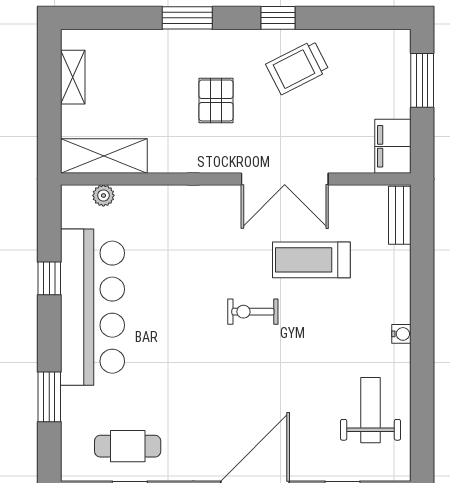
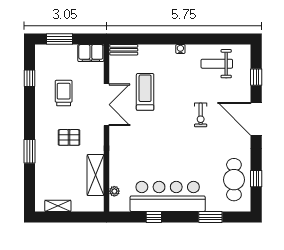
window: (278, 18) -> (30, 78), moved
trolley: (297, 67) -> (64, 93), moved, turned -153
shelving: (104, 156) -> (96, 175), moved
treadmill: (311, 260) -> (145, 92), turned 180
exercise bike: (253, 312) -> (201, 115), moved
cafe table: (128, 446) -> (234, 180), width x1.37, depth x1.35

